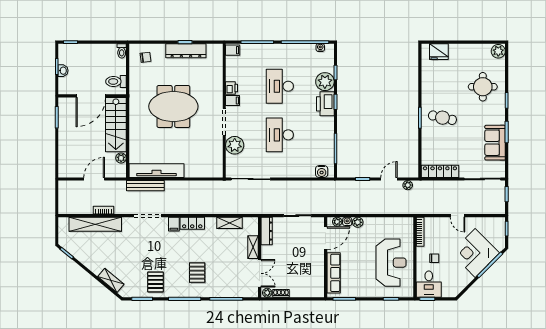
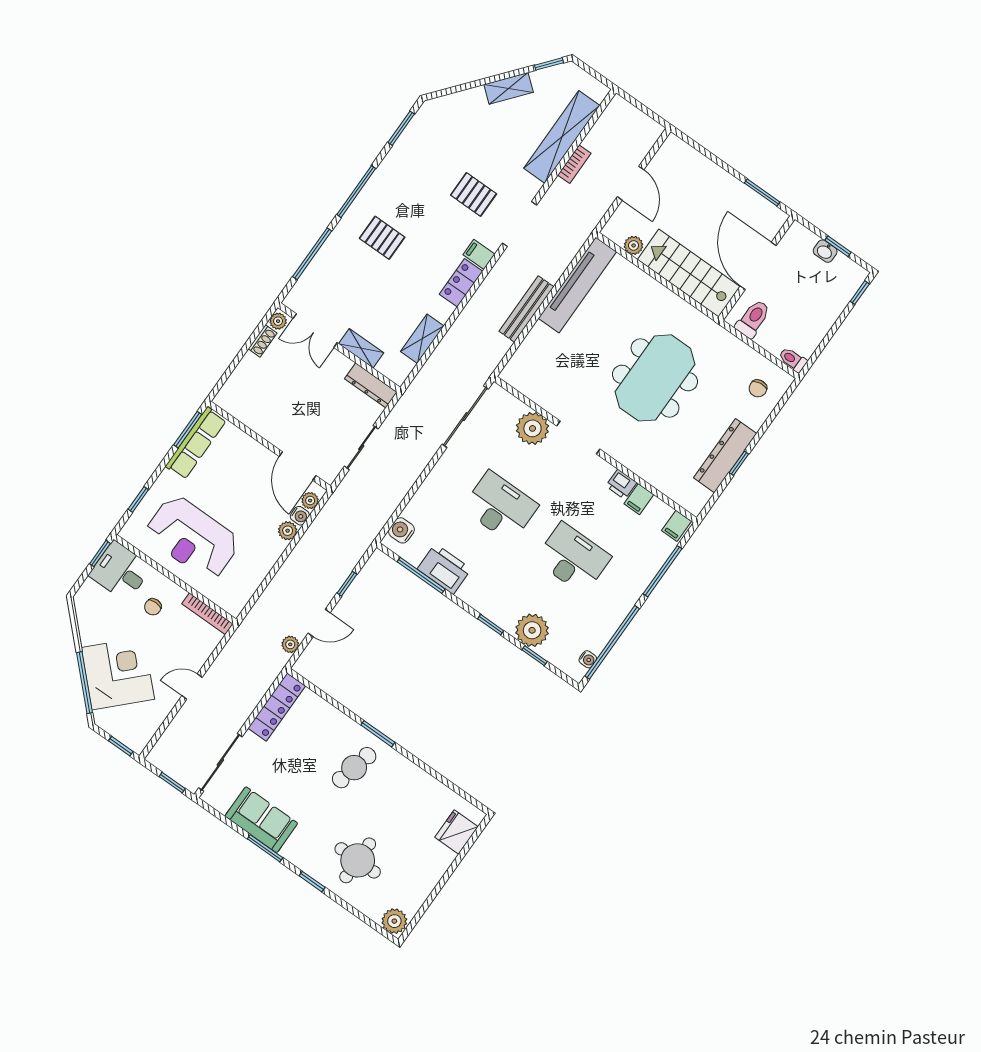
filing cabinet: (233, 101) -> (639, 499), moved
printer: (325, 104) -> (444, 569), moved
door: (389, 179) -> (319, 623), hinge flipped
bench: (145, 186) -> (526, 309), moved
row of seats: (334, 273) -> (196, 443), moved, turned -90
shelving: (111, 280) -> (509, 88), moved
pallet: (155, 282) -> (474, 194), moved

